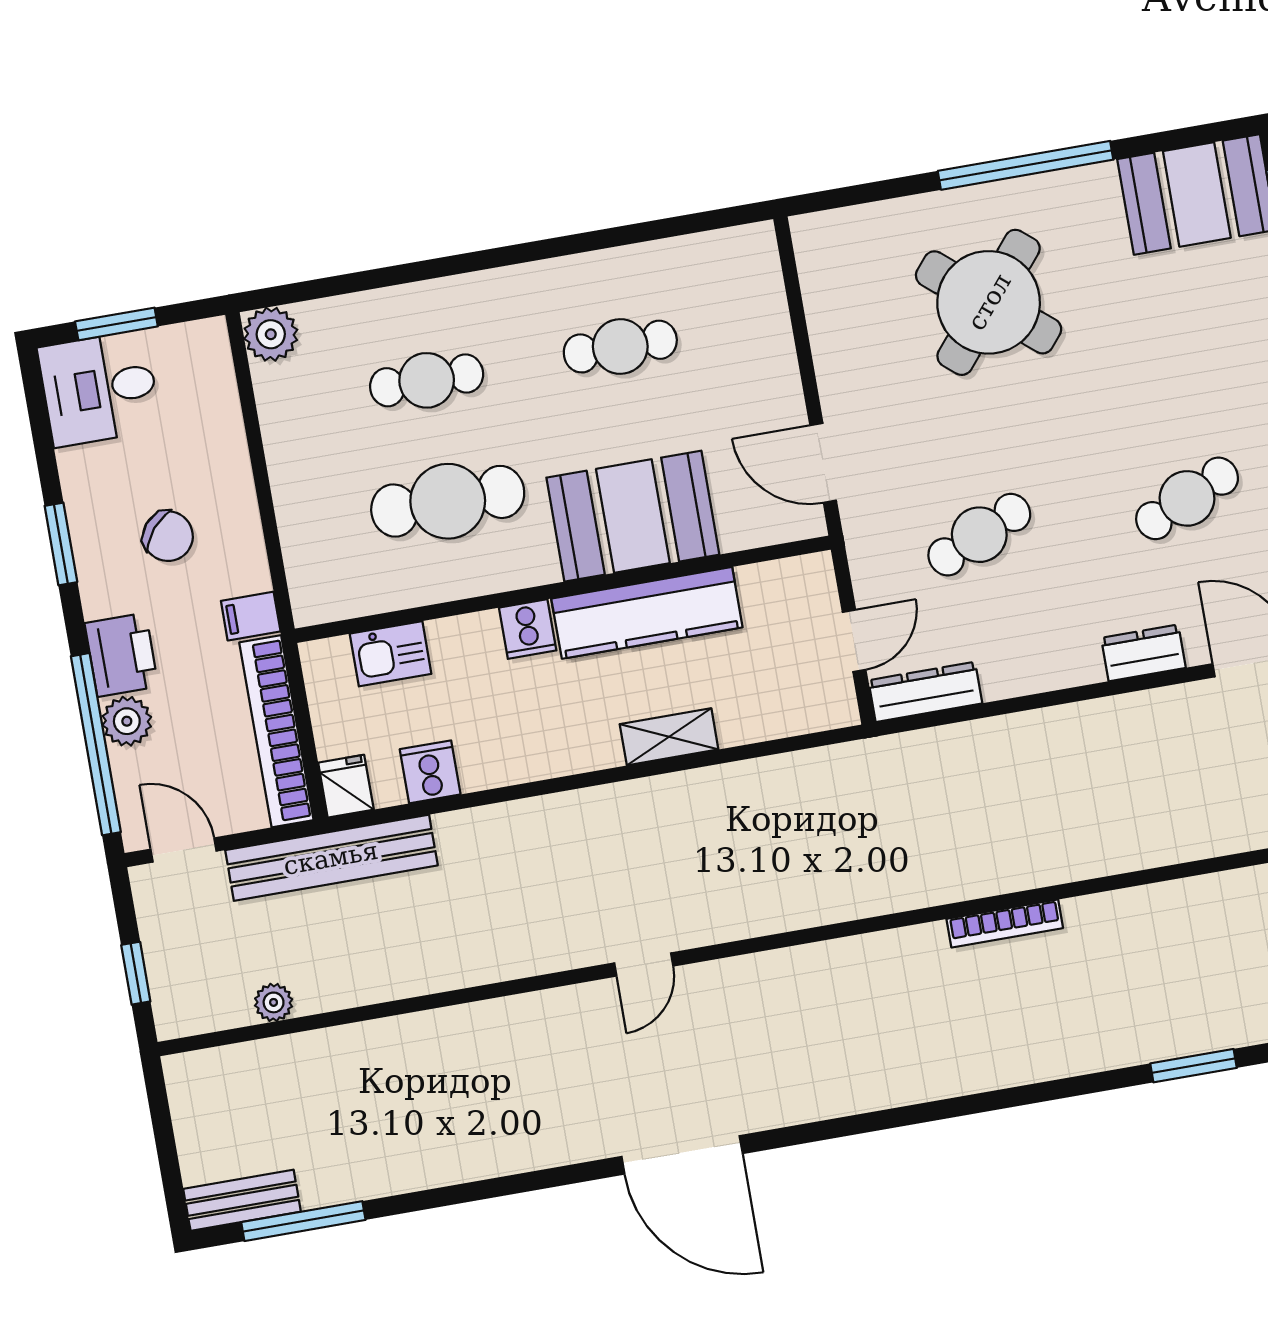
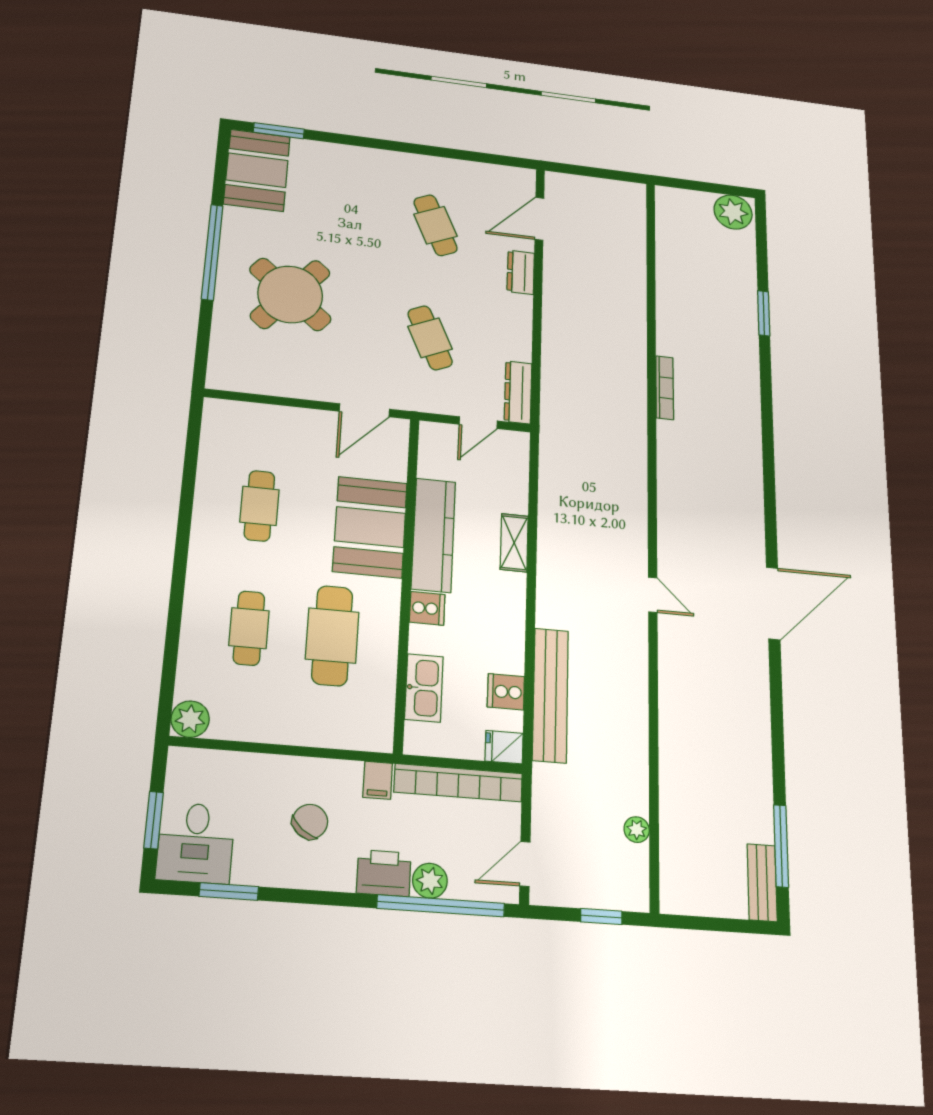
window: (61, 544) -> (229, 892), moved
door: (854, 641) -> (478, 423), swing flipped
kitchen sink: (391, 654) -> (424, 688), width x1.38
bench: (331, 858) -> (550, 695), moved

